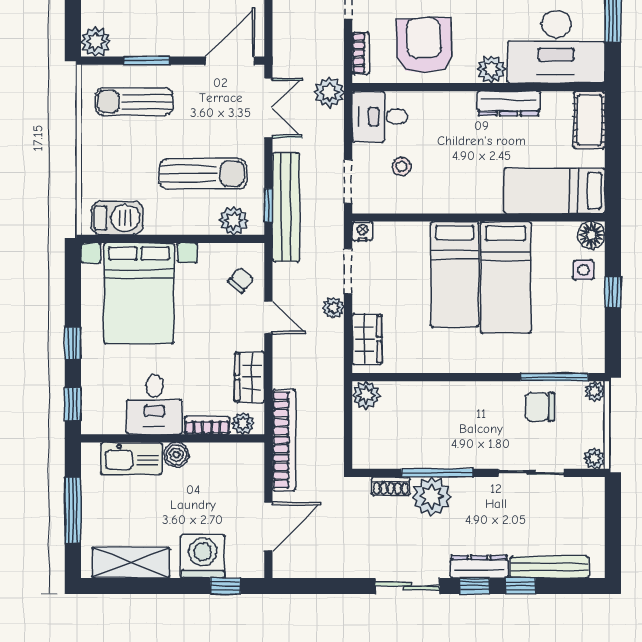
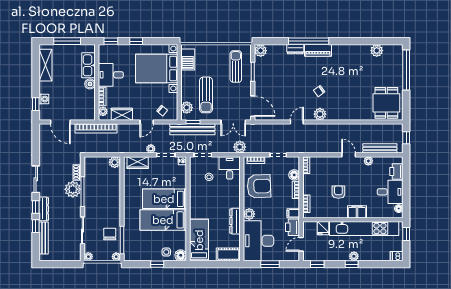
washing machine: (203, 556) -> (44, 99), width x0.53, depth x0.53

